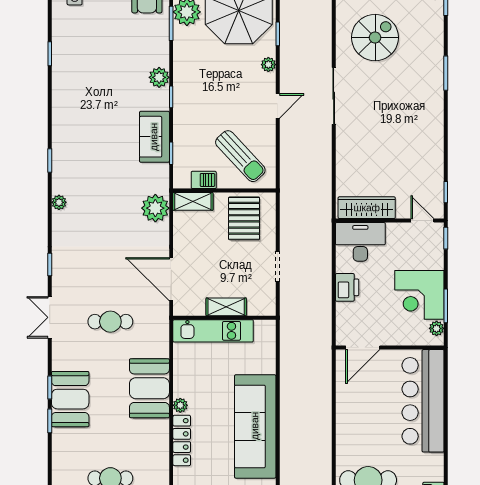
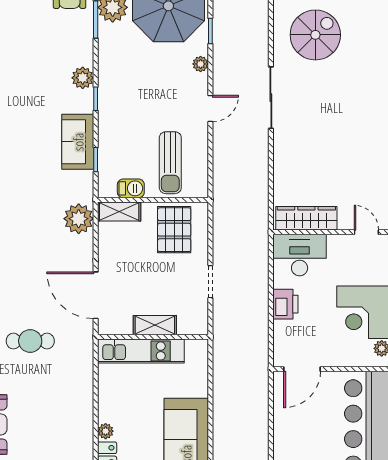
sun lounger: (240, 156) -> (170, 163), turned 43
booth: (149, 388) -> (72, 413), removed

